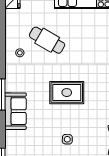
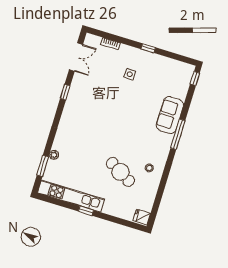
rug: (67, 93) -> (117, 118), removed

